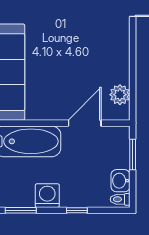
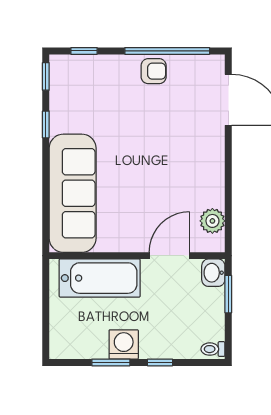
washbasin: (120, 181) -> (213, 273), moved
window: (21, 210) -> (111, 362), moved

